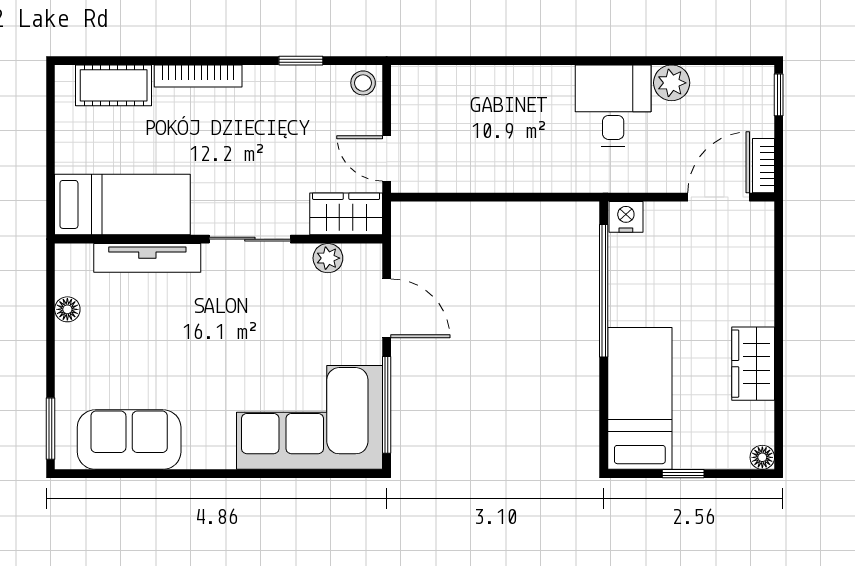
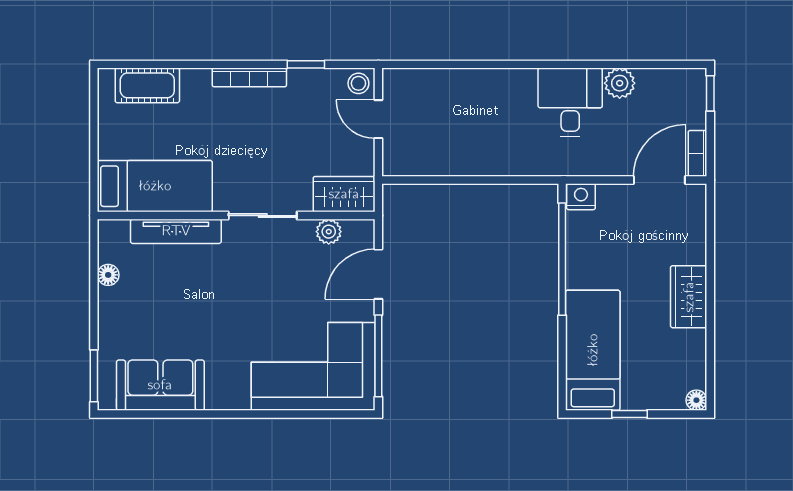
bookcase: (198, 76) -> (249, 77), moved
door: (387, 158) -> (378, 119), moved
door: (387, 308) -> (378, 274), swing flipped
wardrobe: (753, 364) -> (689, 297), moved

